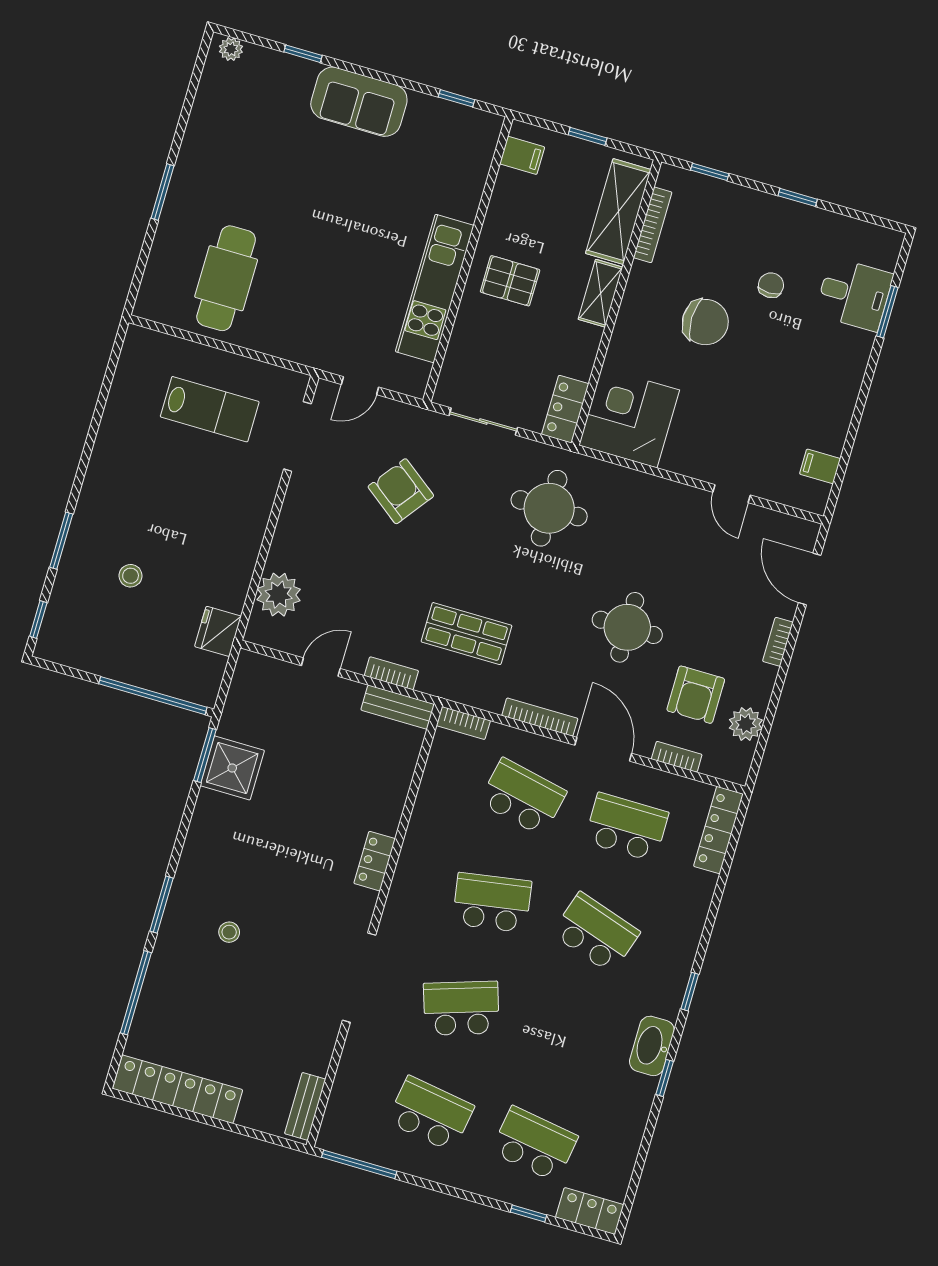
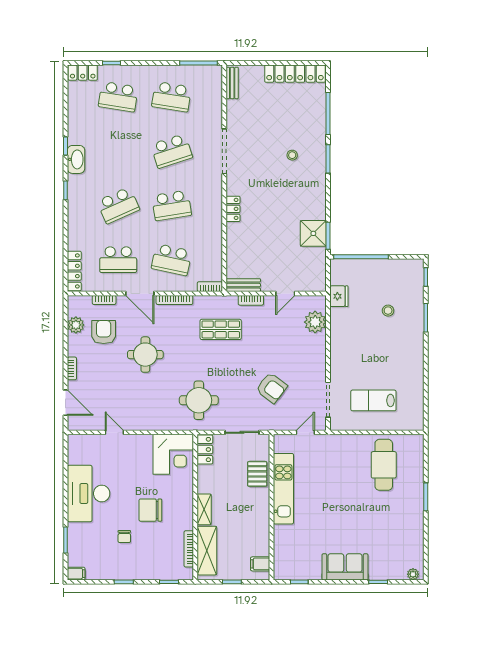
pallet: (510, 281) -> (257, 474), moved, turned 90
desk: (854, 294) -> (89, 494), moved, width x1.87, depth x1.30
filing cabinet: (820, 466) -> (76, 574), moved
school desk: (596, 933) -> (118, 205), turned -42

